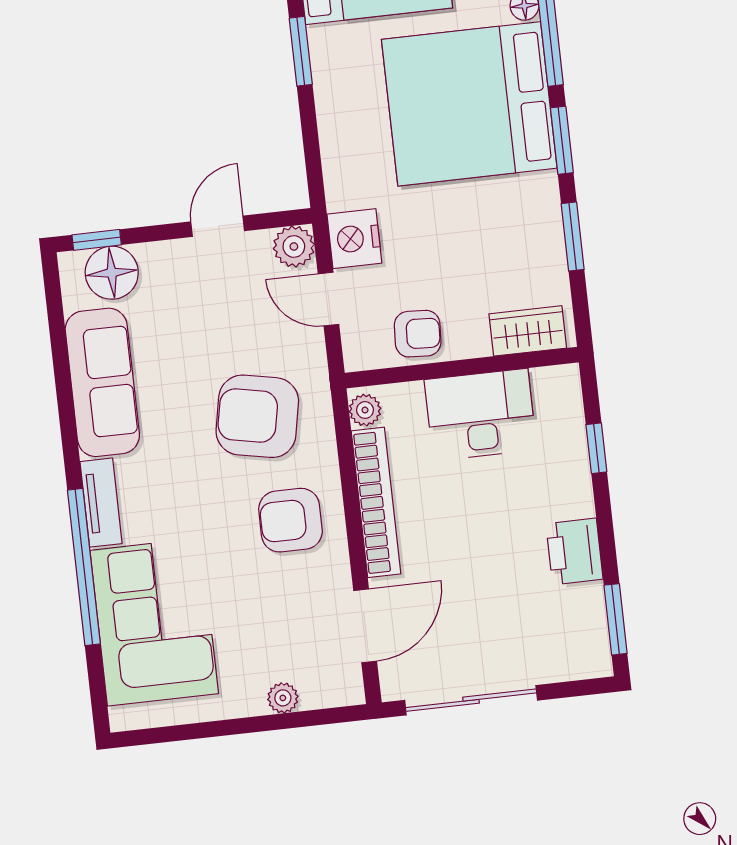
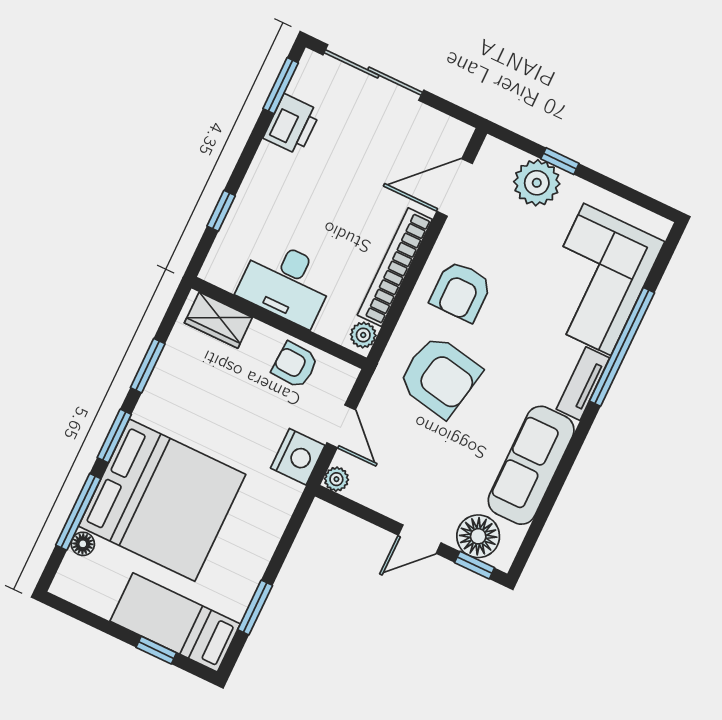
door: (218, 226) -> (420, 539), moved
plant: (294, 246) -> (336, 479), width x0.73, depth x0.73
armchair: (290, 520) -> (461, 291), turned 90
printer: (574, 551) -> (292, 124), moved
plant: (283, 698) -> (537, 183), width x1.88, depth x1.88
sliding door: (471, 700) -> (373, 73), moved
window: (271, 723) -> (560, 161), added

